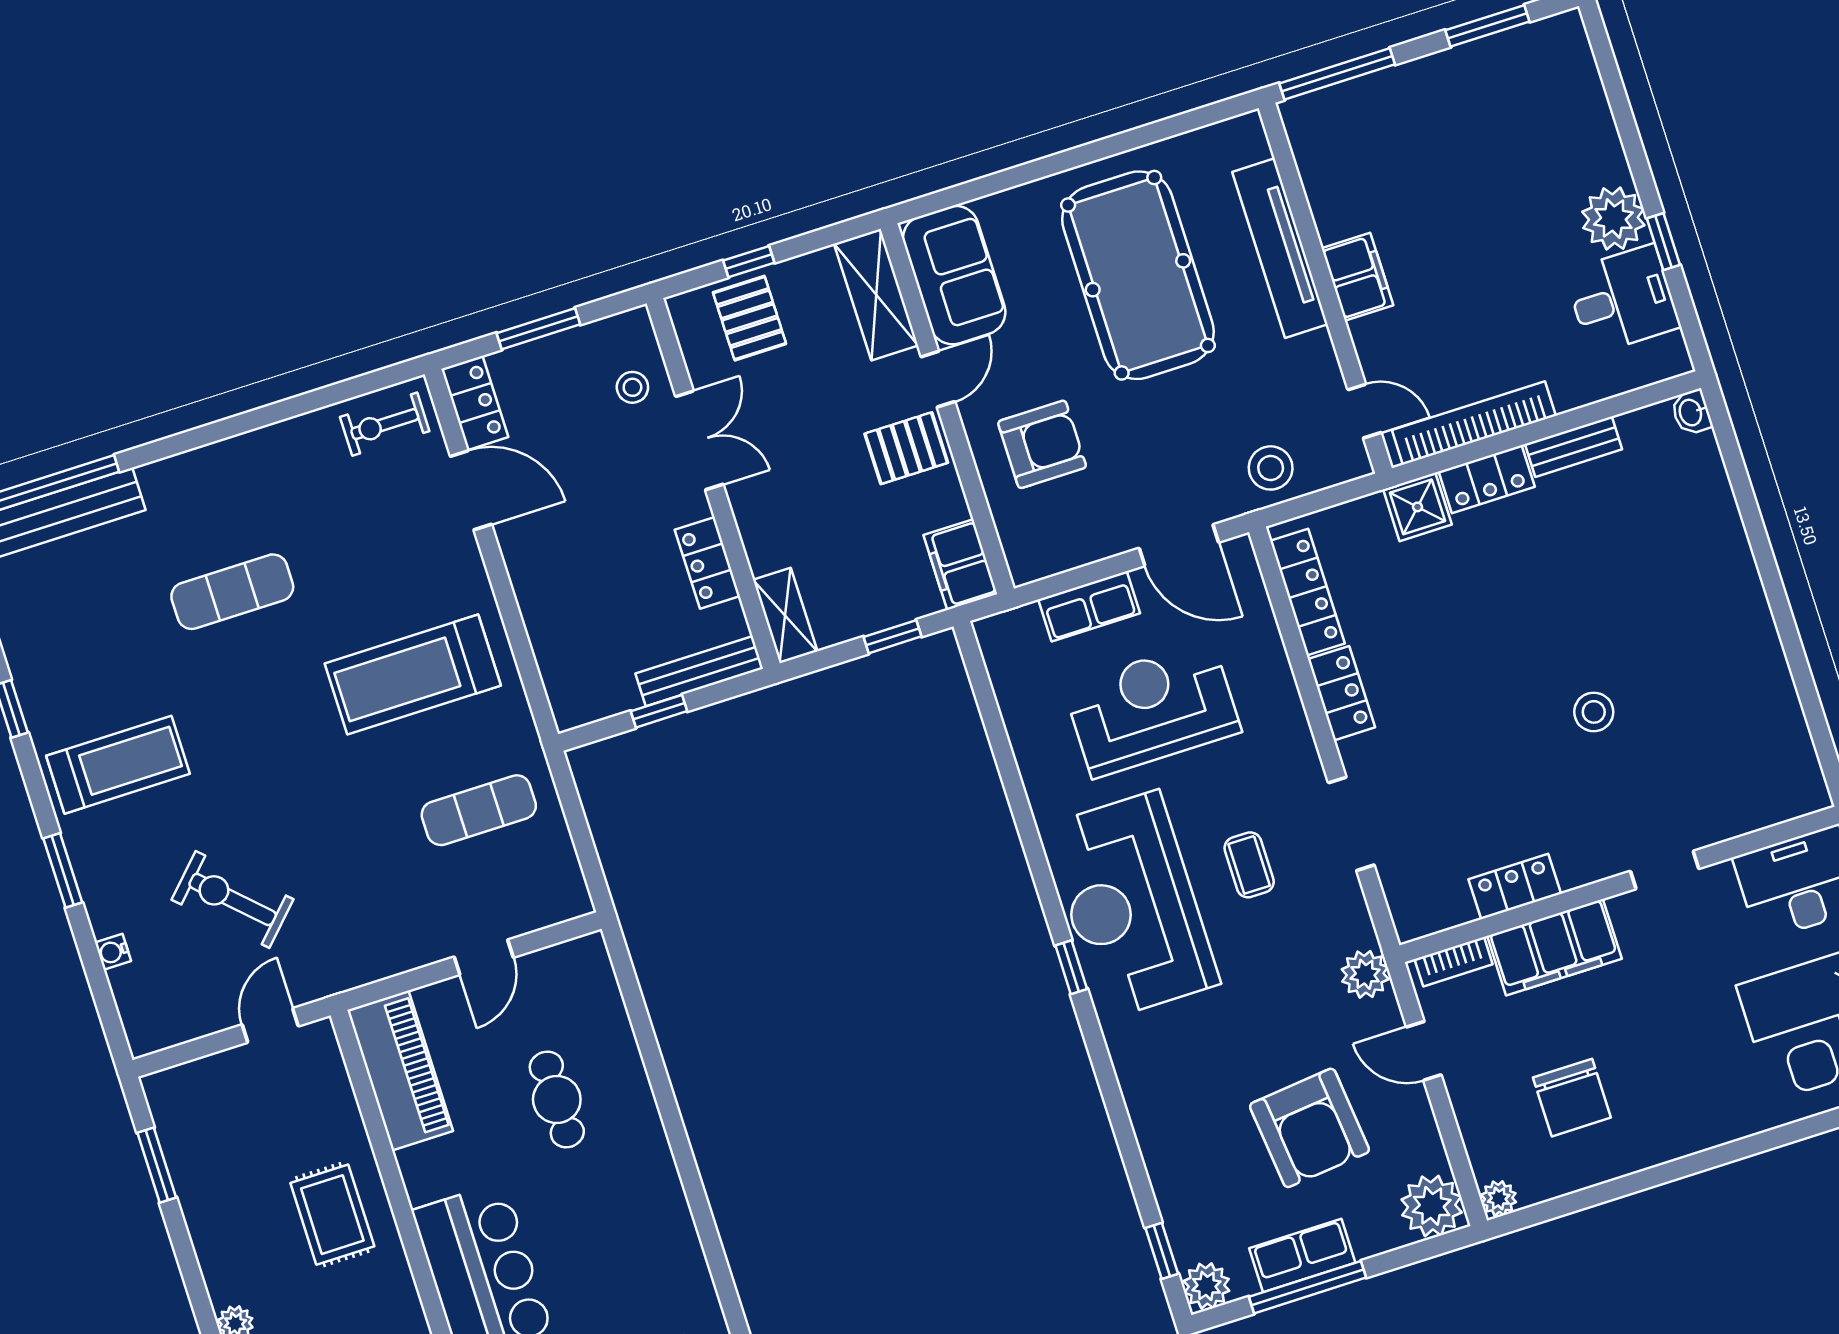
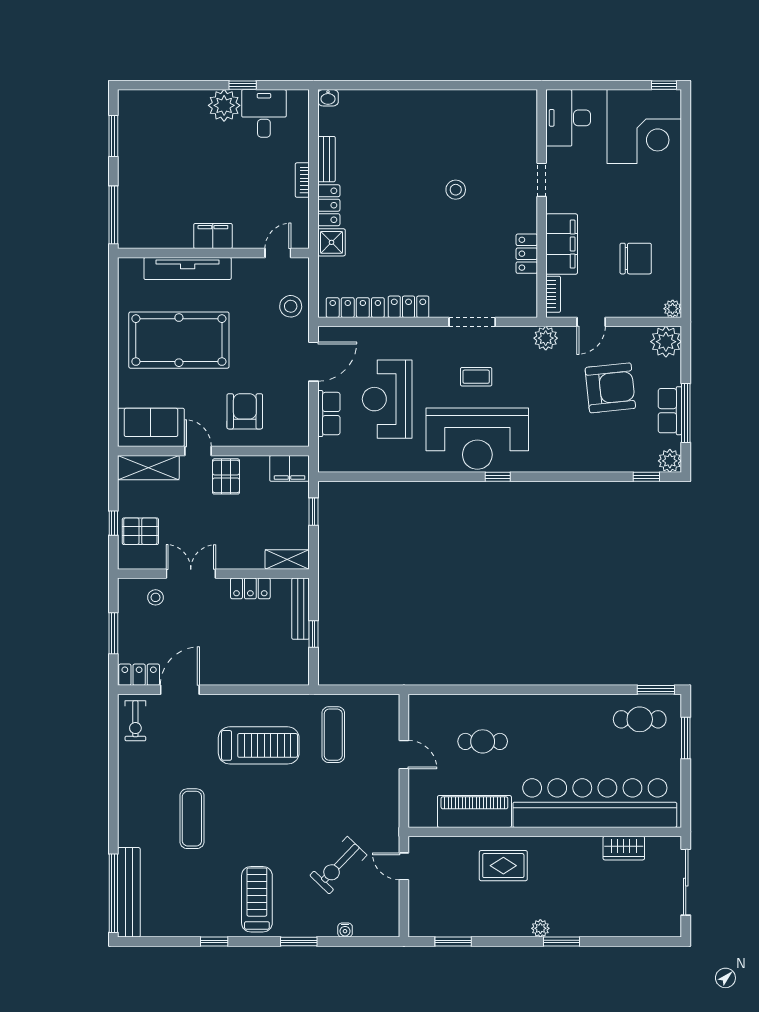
bookcase: (1474, 423) -> (302, 180), width x0.43, depth x0.76
treadmill: (413, 675) -> (259, 745), turned -90
piano: (400, 1070) -> (474, 811), moved

